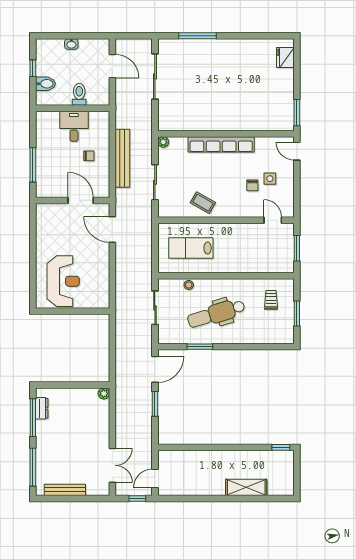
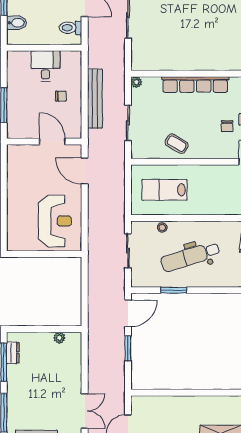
toilet: (79, 94) -> (70, 28), moved, turned -90
reception desk: (63, 281) -> (55, 221), moved
plant: (104, 393) -> (59, 338), moved

